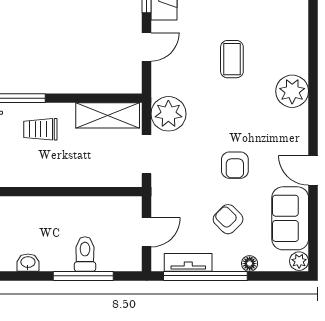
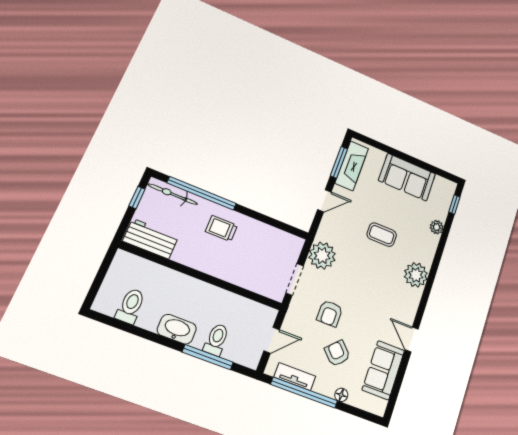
coffee table: (232, 59) -> (382, 235), turned 90
shelving: (108, 115) -> (277, 239), removed
armchair: (235, 165) -> (330, 313), moved
plant: (299, 261) -> (437, 227), moved
washbasin: (28, 263) -> (177, 329), width x1.91, depth x1.45

